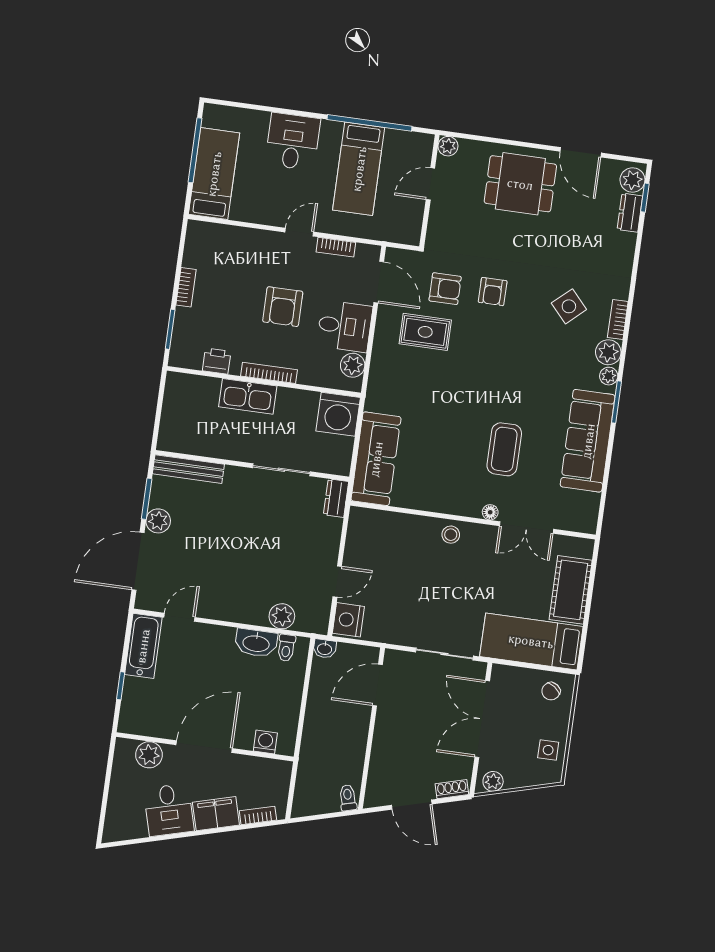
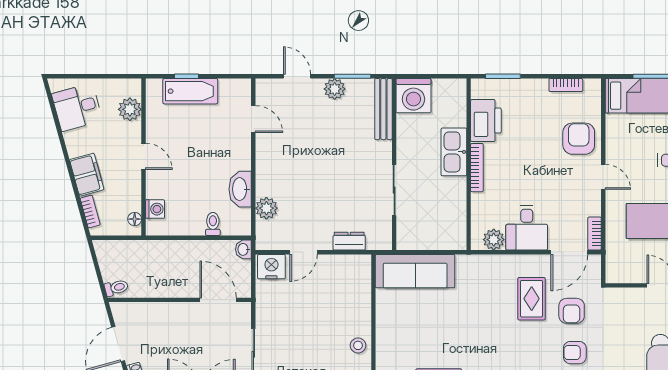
bookcase: (336, 247) -> (594, 234), moved
bookcase: (186, 287) -> (566, 85), moved
armchair: (283, 307) -> (579, 139), moved, turned 90
printer: (217, 361) -> (486, 121), width x1.87, depth x1.48
washing machine: (338, 414) -> (413, 96), moved, turned -90
dresser: (336, 498) -> (349, 241), moved
door: (138, 561) -> (297, 76), width x0.53
door: (337, 581) -> (303, 252), hinge flipped
bathtub: (143, 646) -> (190, 91), moved
toilet: (286, 648) -> (213, 224), moved, turned 90
door: (204, 747) -> (144, 156), width x0.53
floor lamp: (273, 766) -> (135, 219), added
desk: (169, 810) -> (77, 107), moved

